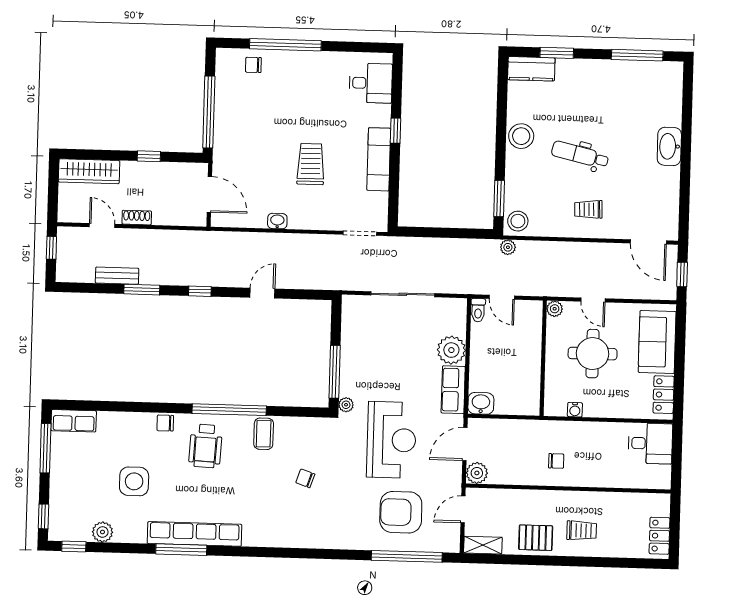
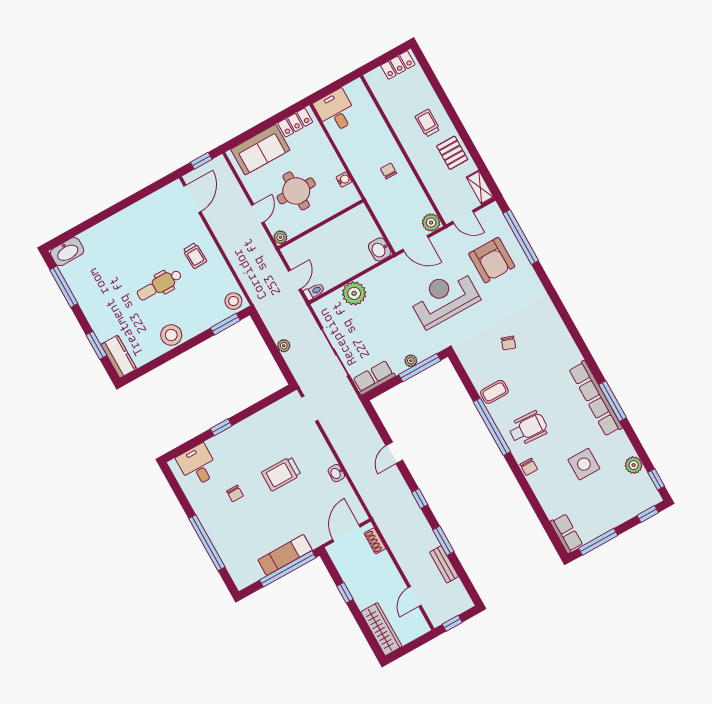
chair: (253, 65) -> (235, 494), moved
washbasin: (669, 146) -> (67, 252), moved
dental chair: (580, 155) -> (159, 285), turned 77
exam couch: (379, 159) -> (285, 555), moved, turned 180
shoe rack: (137, 218) -> (375, 541), moved
plant: (508, 247) -> (284, 346), moved
door: (262, 293) -> (394, 453), hinge flipped
row of seats: (453, 390) -> (374, 378), moved, turned 180
plant: (346, 405) -> (411, 361), moved

